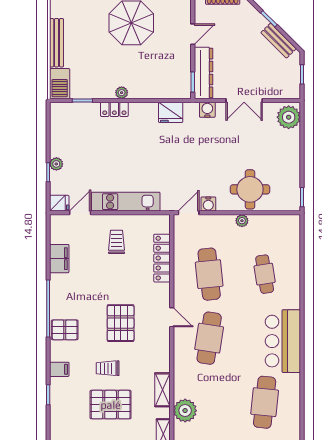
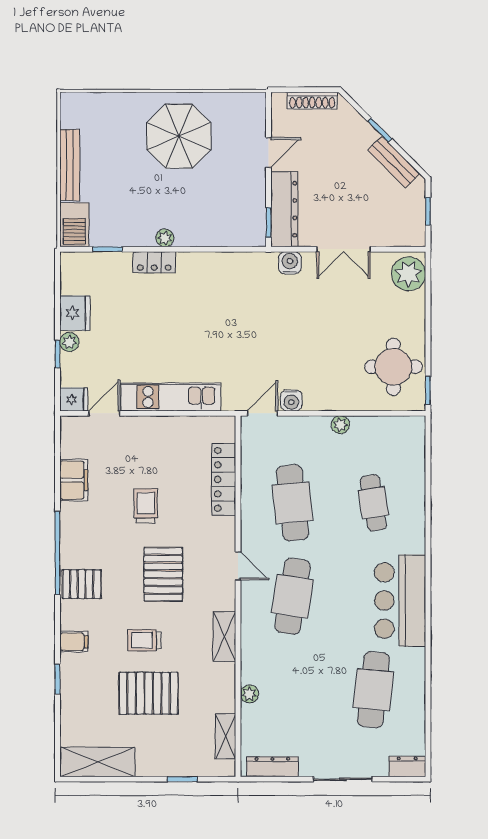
fridge: (171, 112) -> (75, 313), moved, turned -90
round table: (250, 189) -> (393, 367), moved
trolley: (117, 242) -> (146, 506), moved
shelving: (162, 390) -> (224, 637), moved
plant: (185, 411) -> (249, 694), width x0.53, depth x0.53

